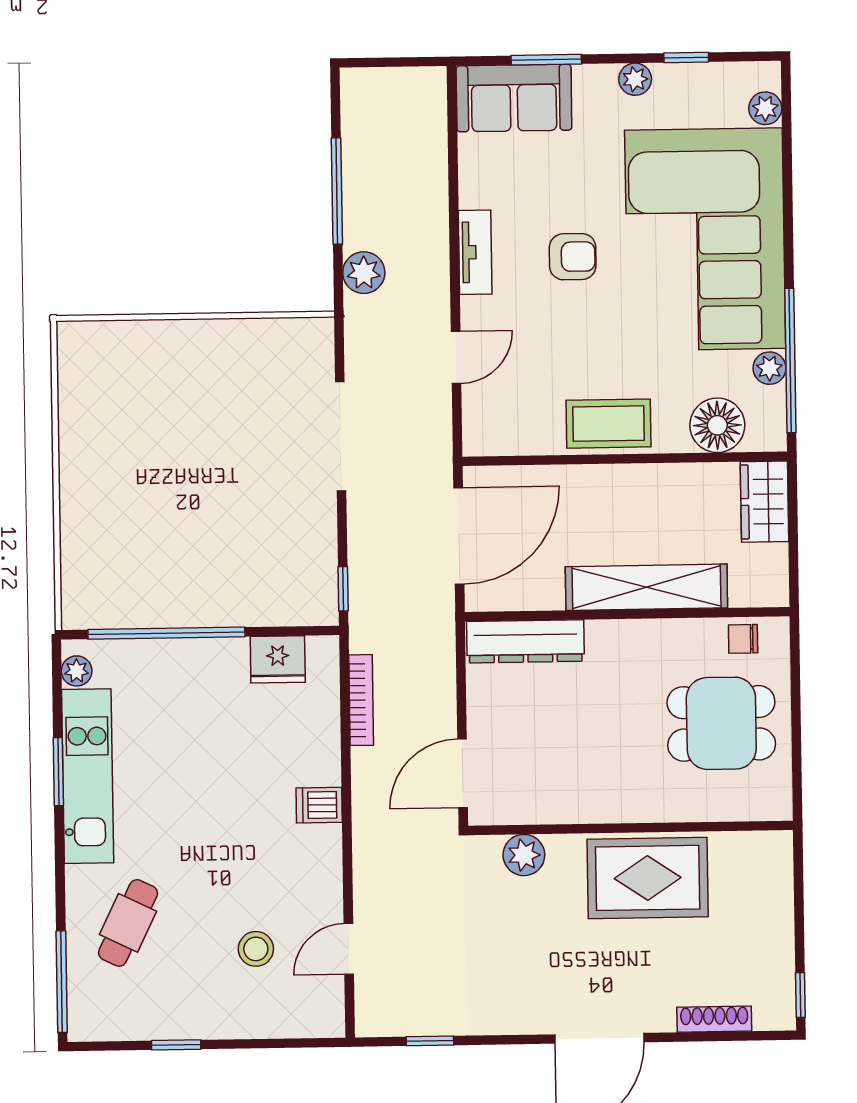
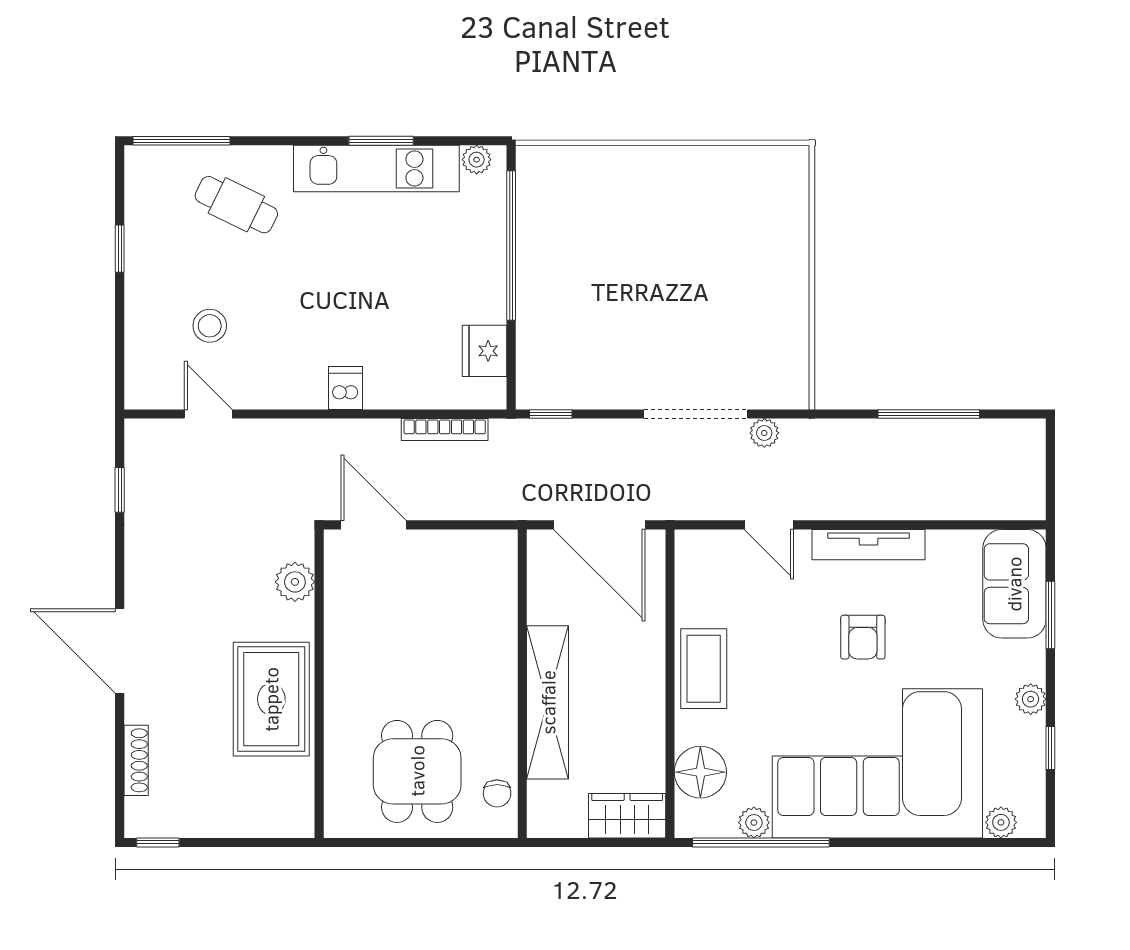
tv unit: (475, 252) -> (868, 545), width x1.41
plant: (364, 273) -> (764, 433), moved, width x0.73, depth x0.73
chair: (743, 639) -> (497, 793), turned 180
dresser: (525, 641) -> (498, 587), removed

